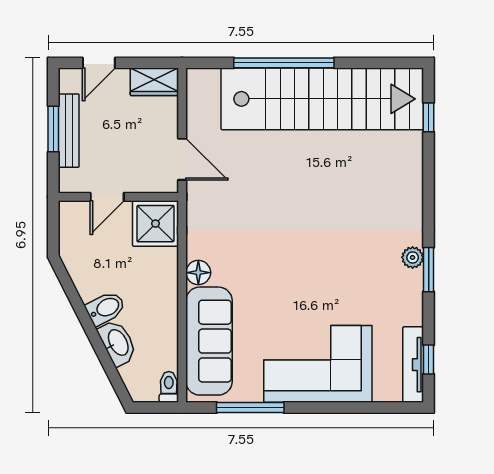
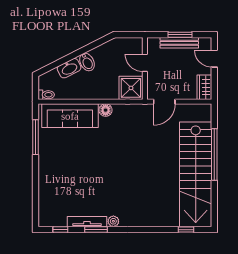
window: (429, 270) -> (96, 230), moved
corner sofa: (318, 364) -> (58, 172), removed
tv unit: (413, 365) -> (87, 222), moved

